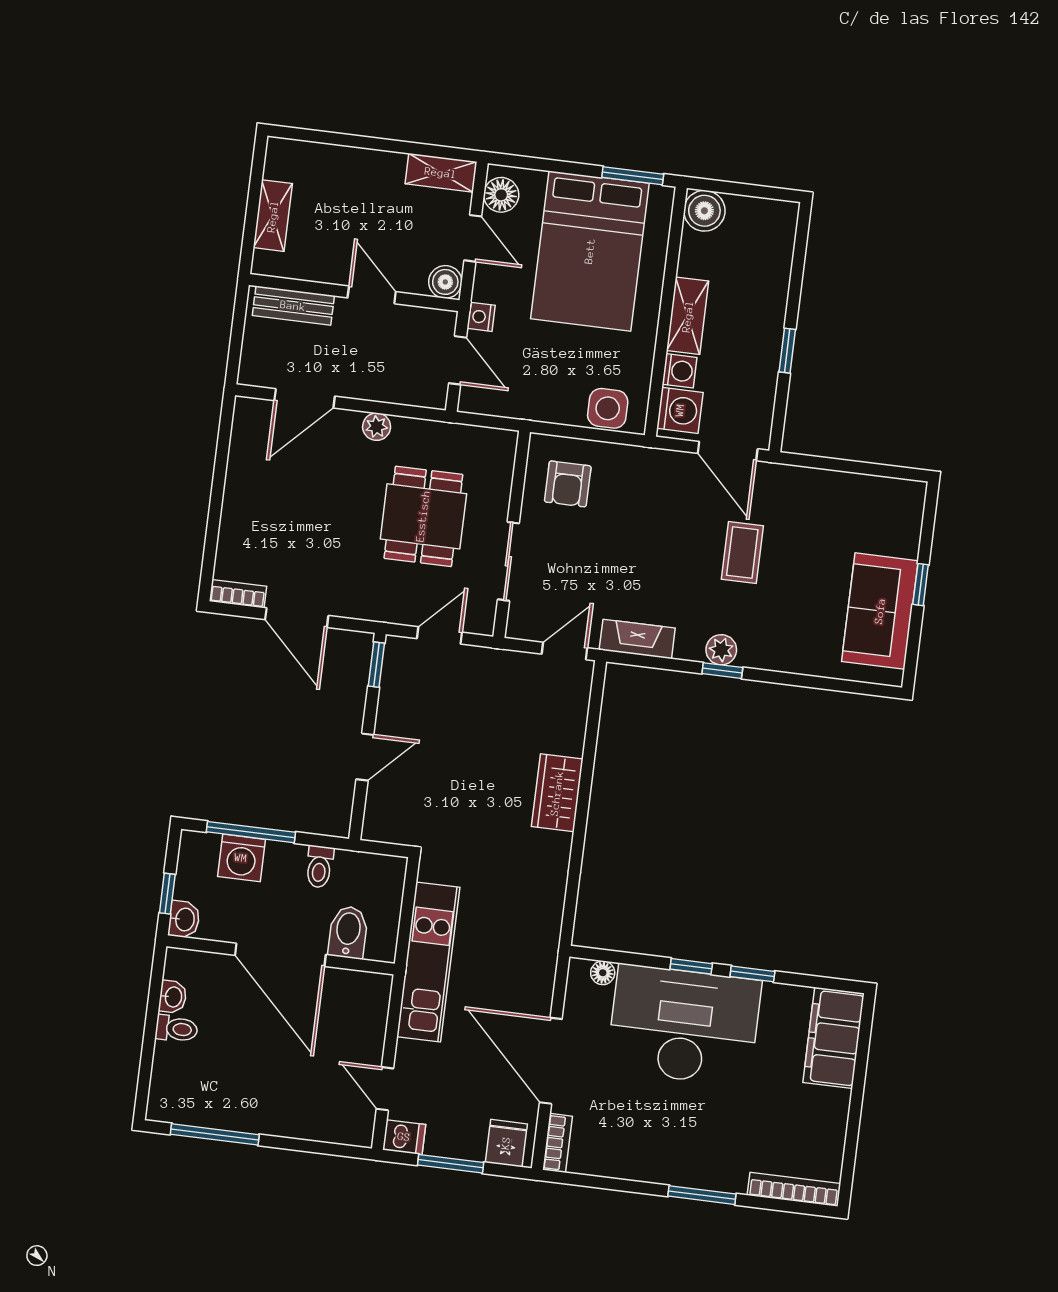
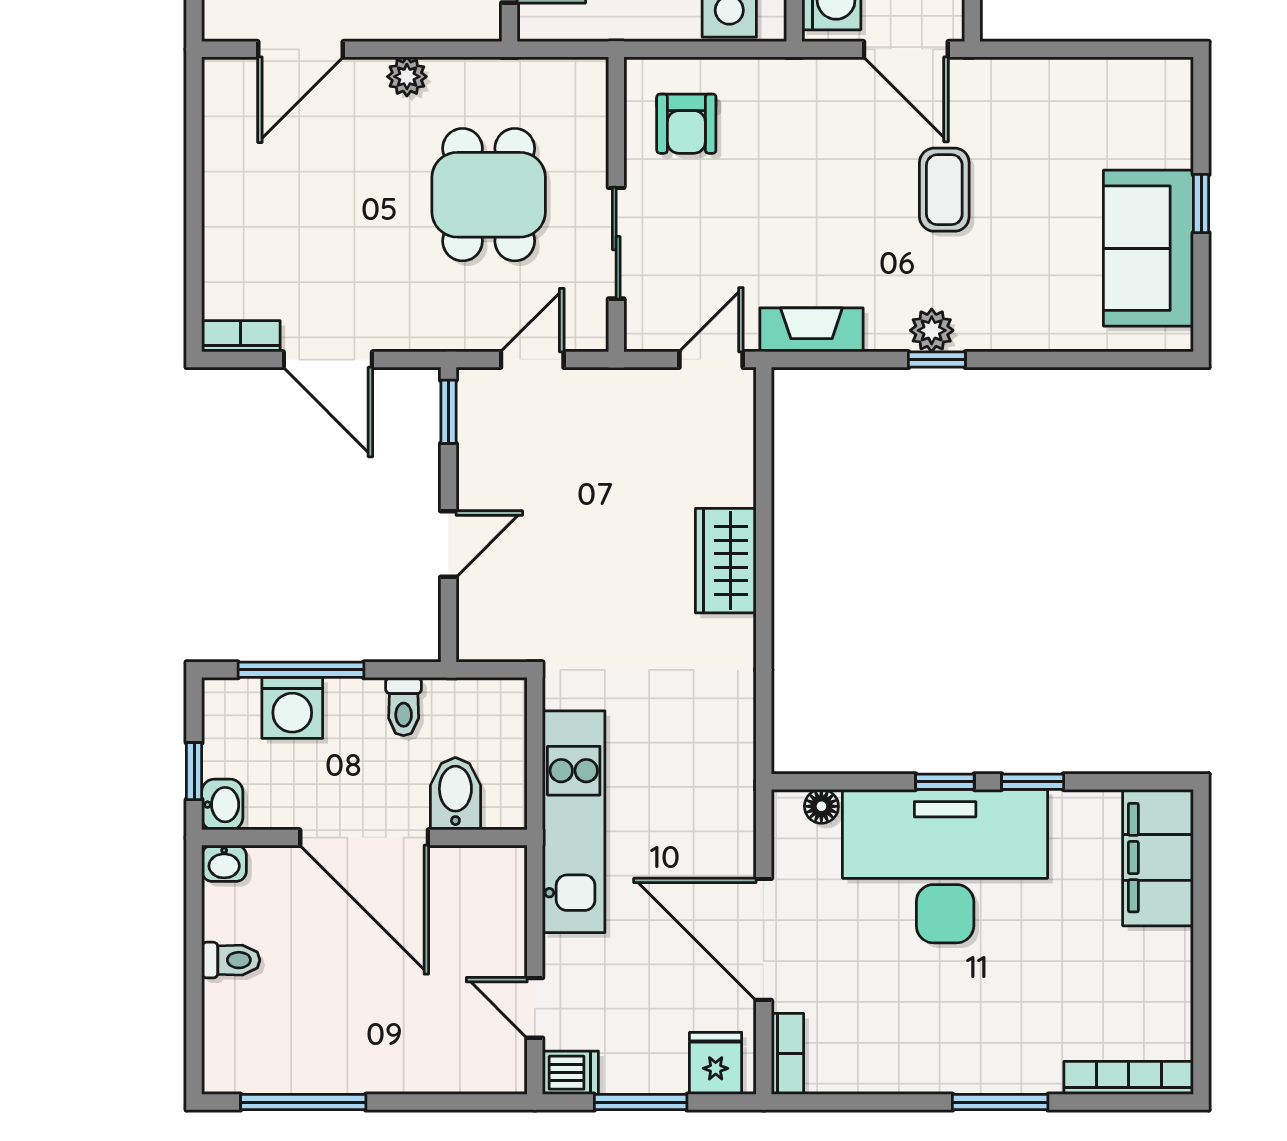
washbasin: (173, 997) -> (224, 863), moved, turned 90

